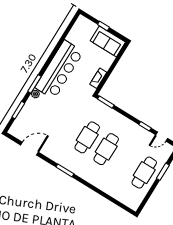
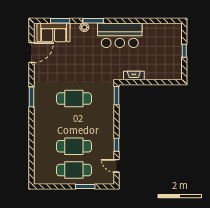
sofa: (108, 41) -> (54, 32), moved, turned -90
bar counter: (59, 70) -> (120, 35), width x0.73
door: (30, 149) -> (31, 53), hinge flipped
cafe table: (106, 149) -> (74, 146), moved

